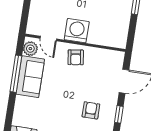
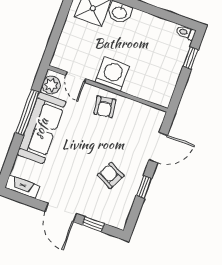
sofa: (30, 77) -> (41, 128), width x1.36
armchair: (91, 110) -> (111, 175), turned -63

